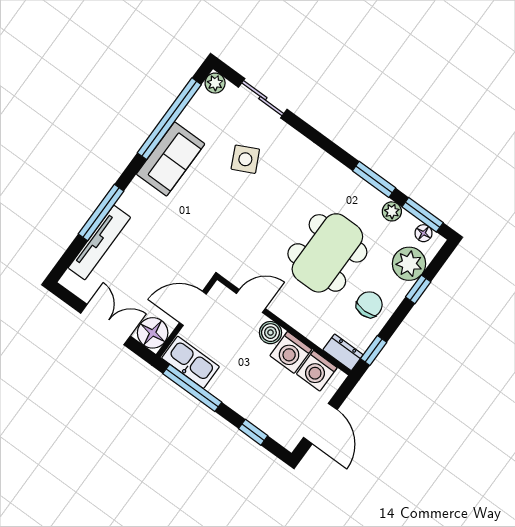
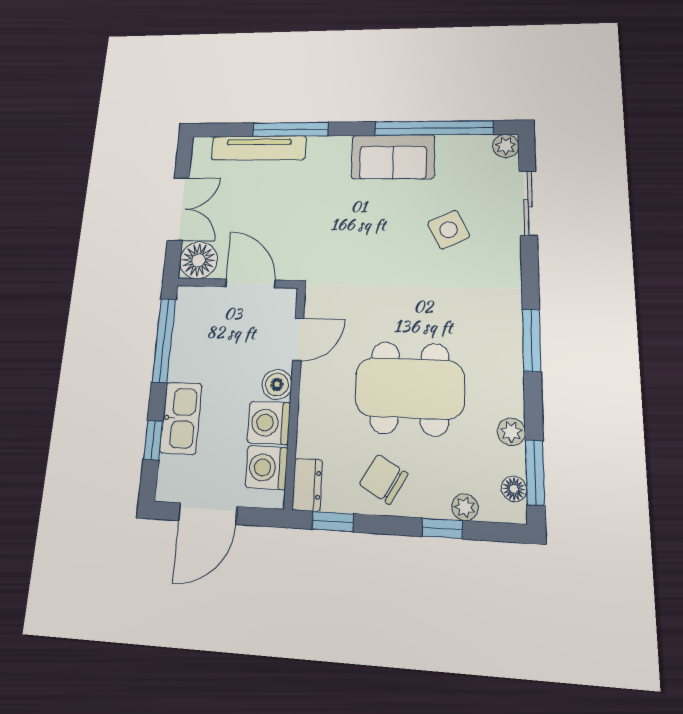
window: (374, 179) -> (532, 340), moved
plant: (409, 264) -> (465, 507), width x0.53, depth x0.53
door: (251, 301) -> (298, 339), hinge flipped
chair: (369, 305) -> (384, 479), turned -150
kitchen sink: (191, 362) -> (181, 418), moved

